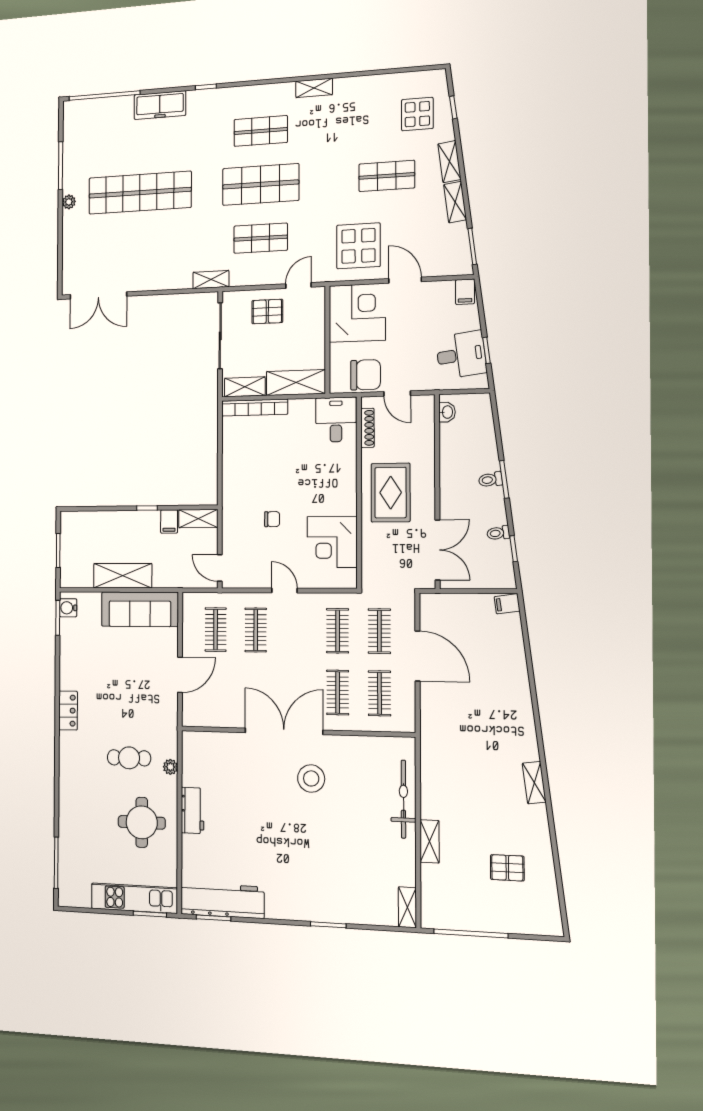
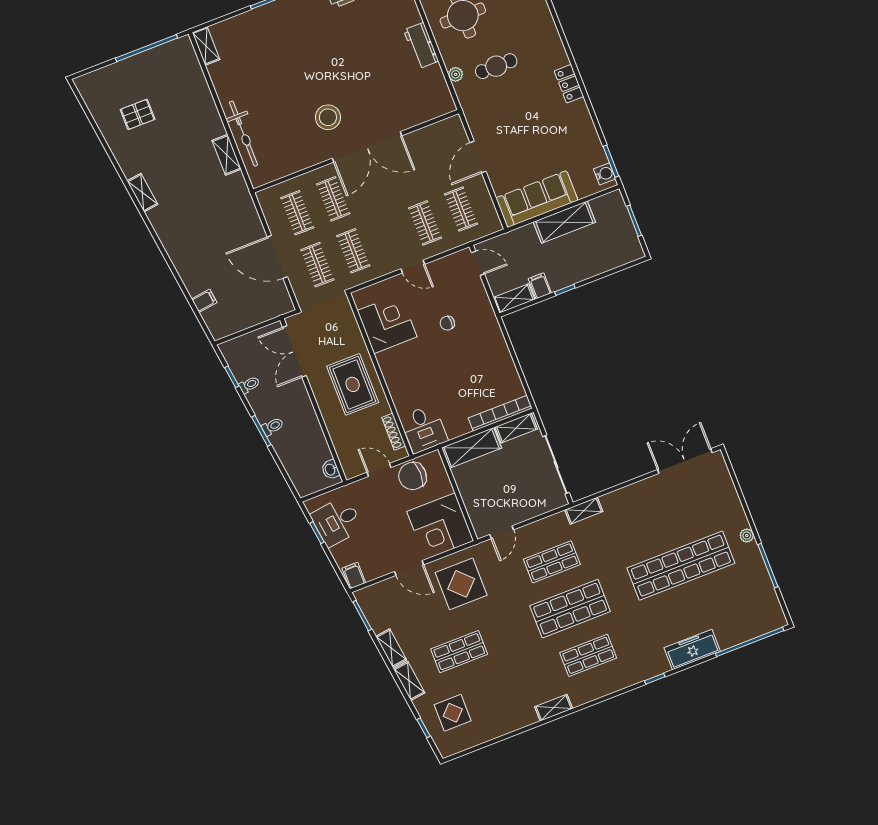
pallet: (267, 311) -> (521, 500), removed
filing cabinet: (507, 604) -> (204, 301), moved
shelving: (430, 841) -> (227, 155), moved

